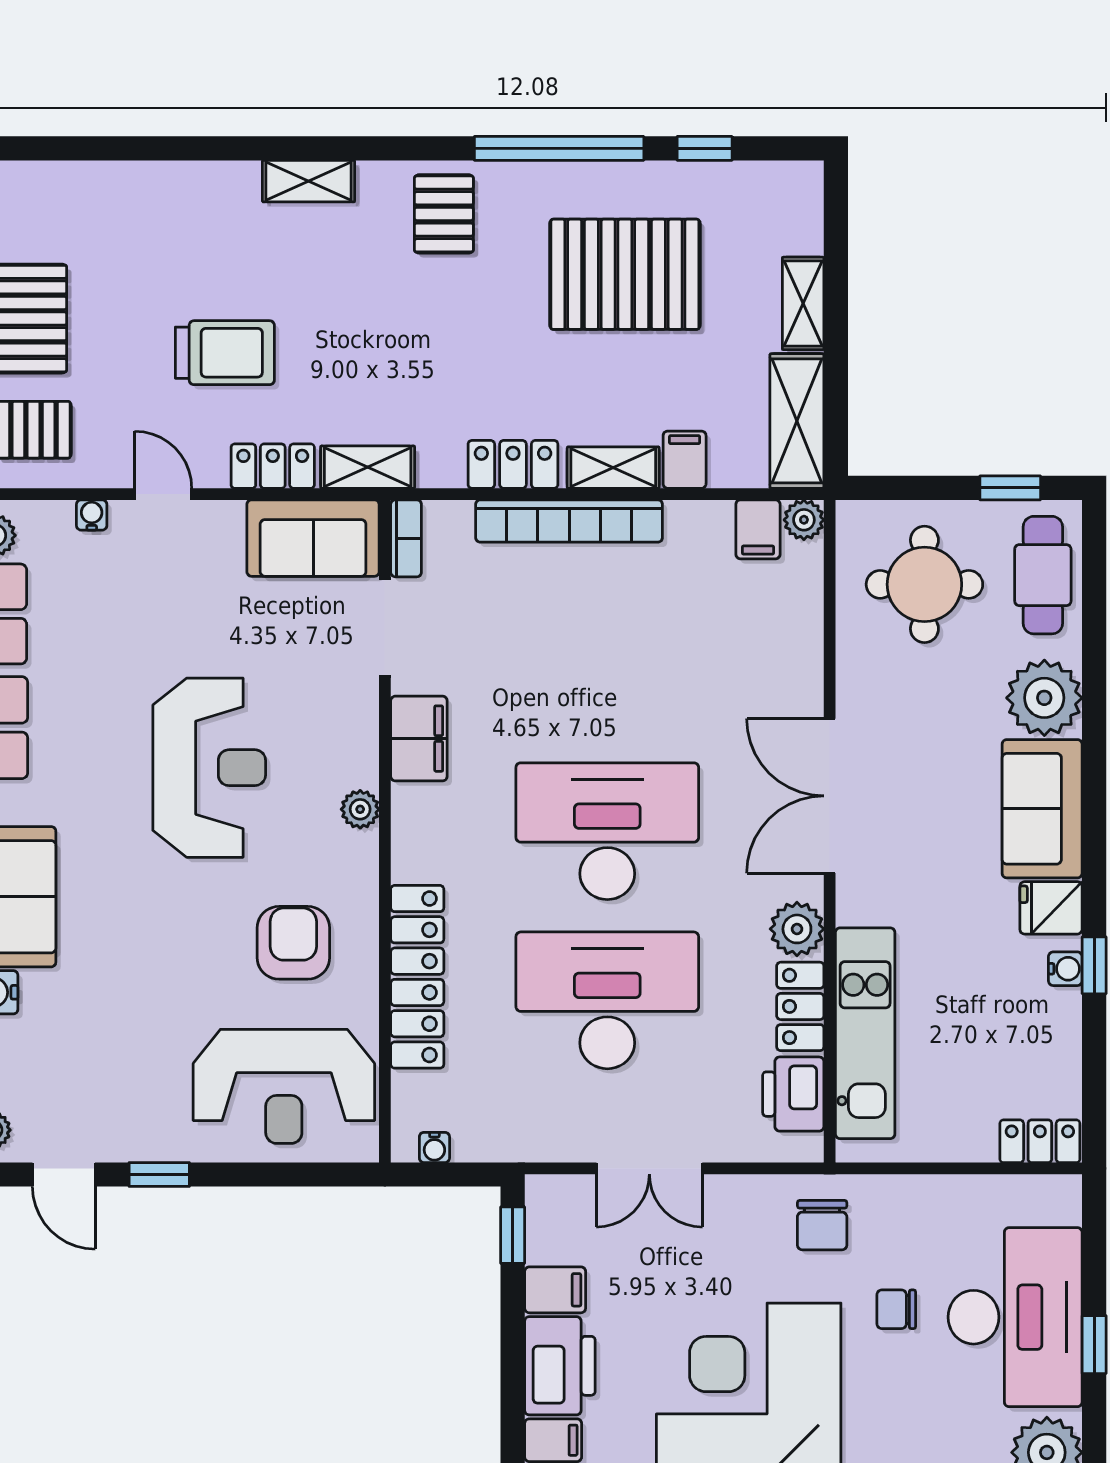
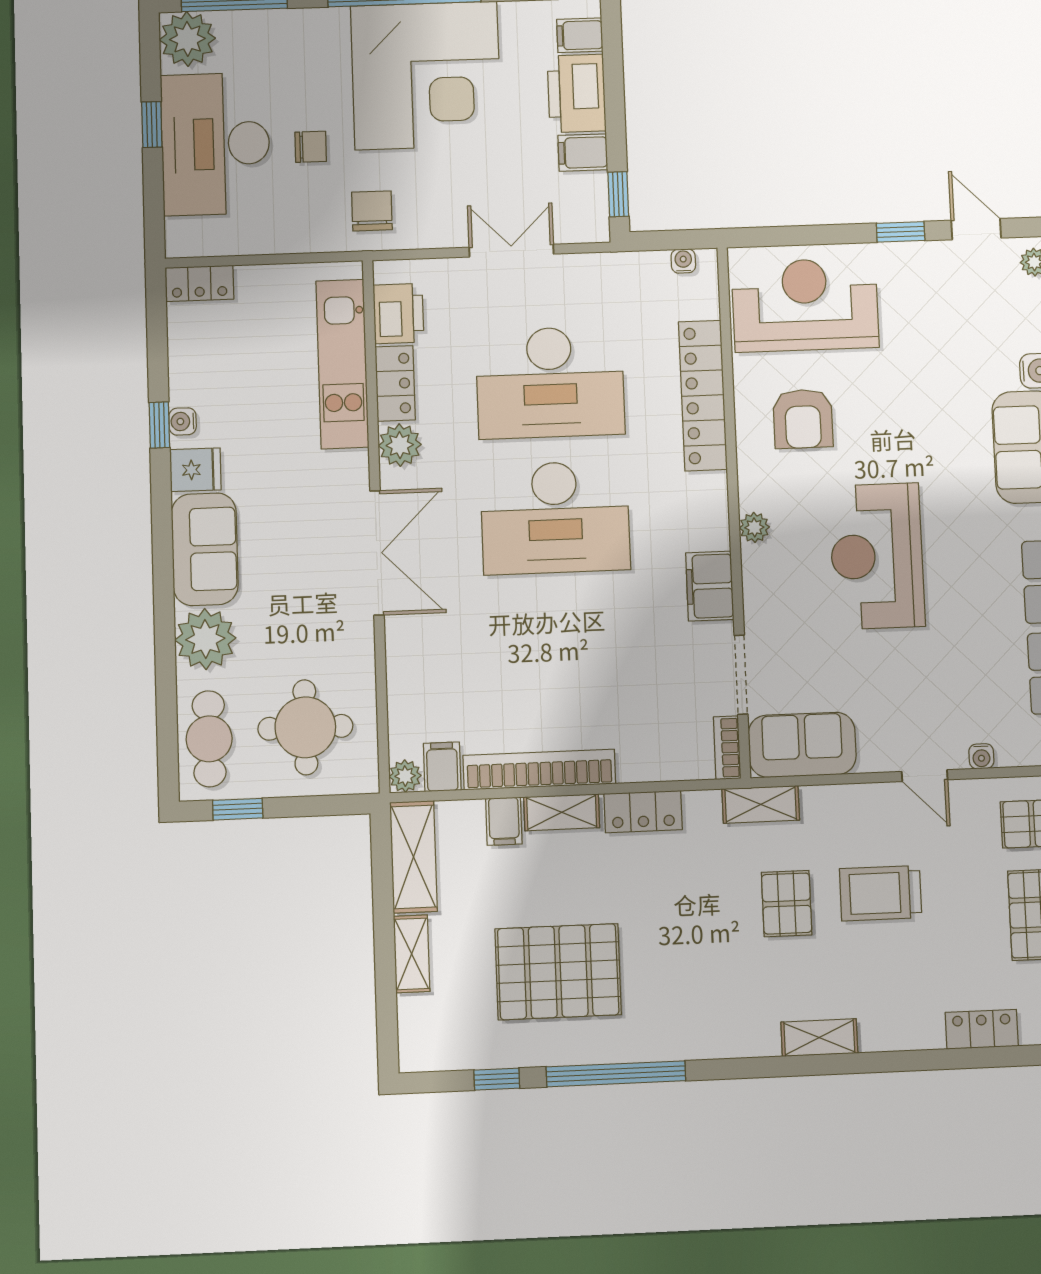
pallet: (444, 214) -> (787, 904), moved
locker: (273, 466) -> (982, 1029), moved, turned 180
bookcase: (569, 521) -> (539, 770), moved

